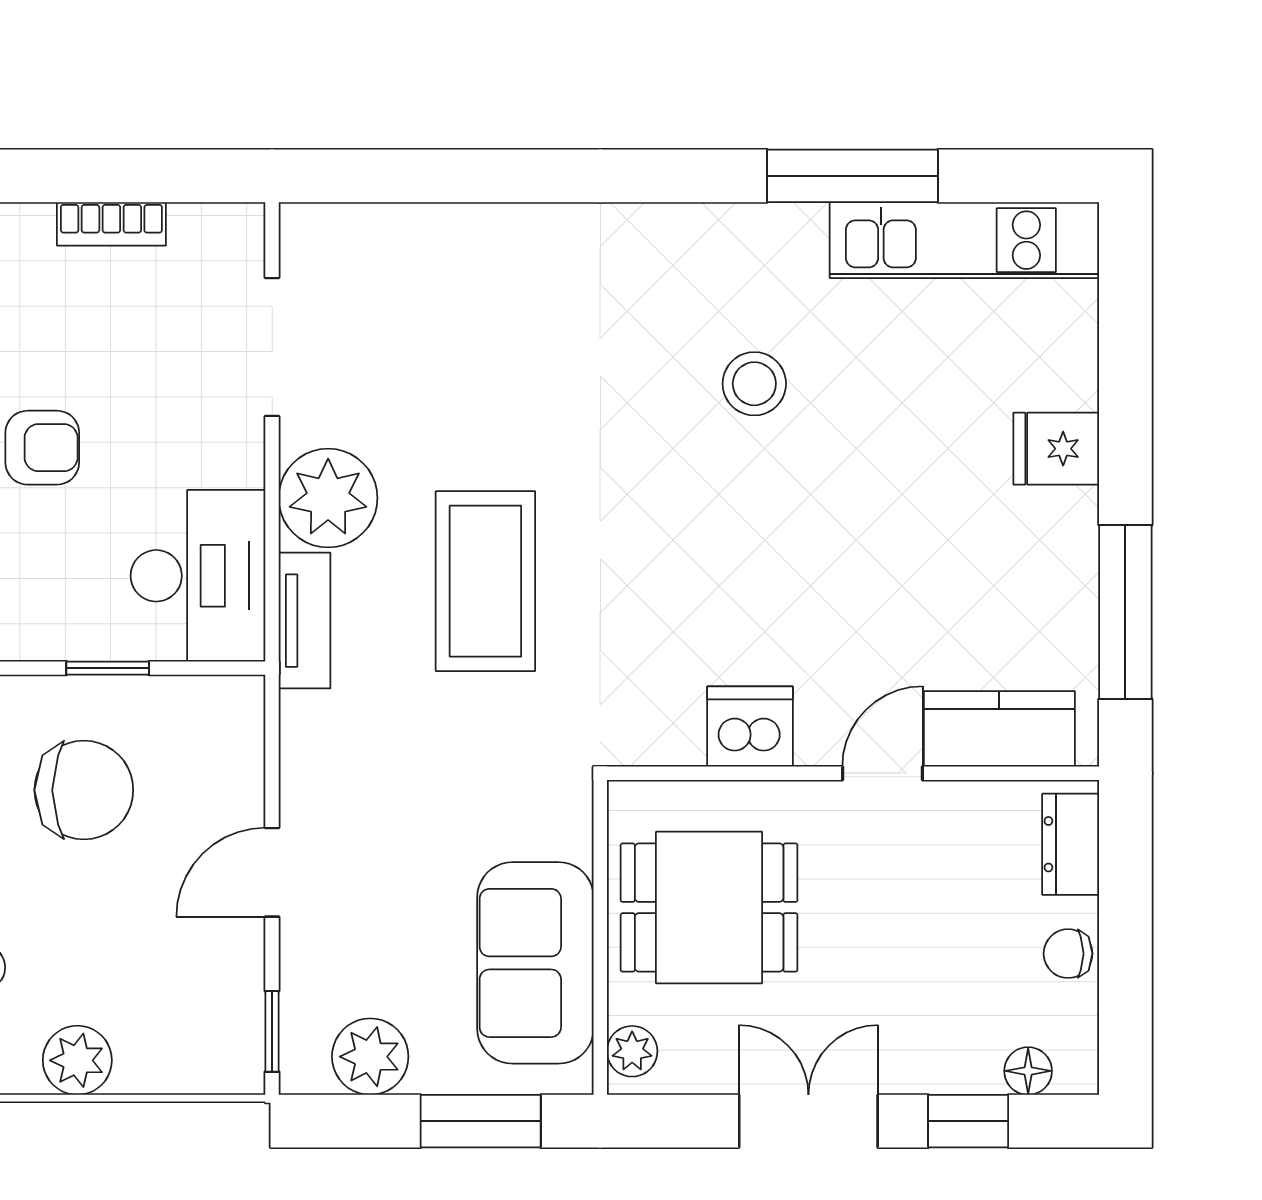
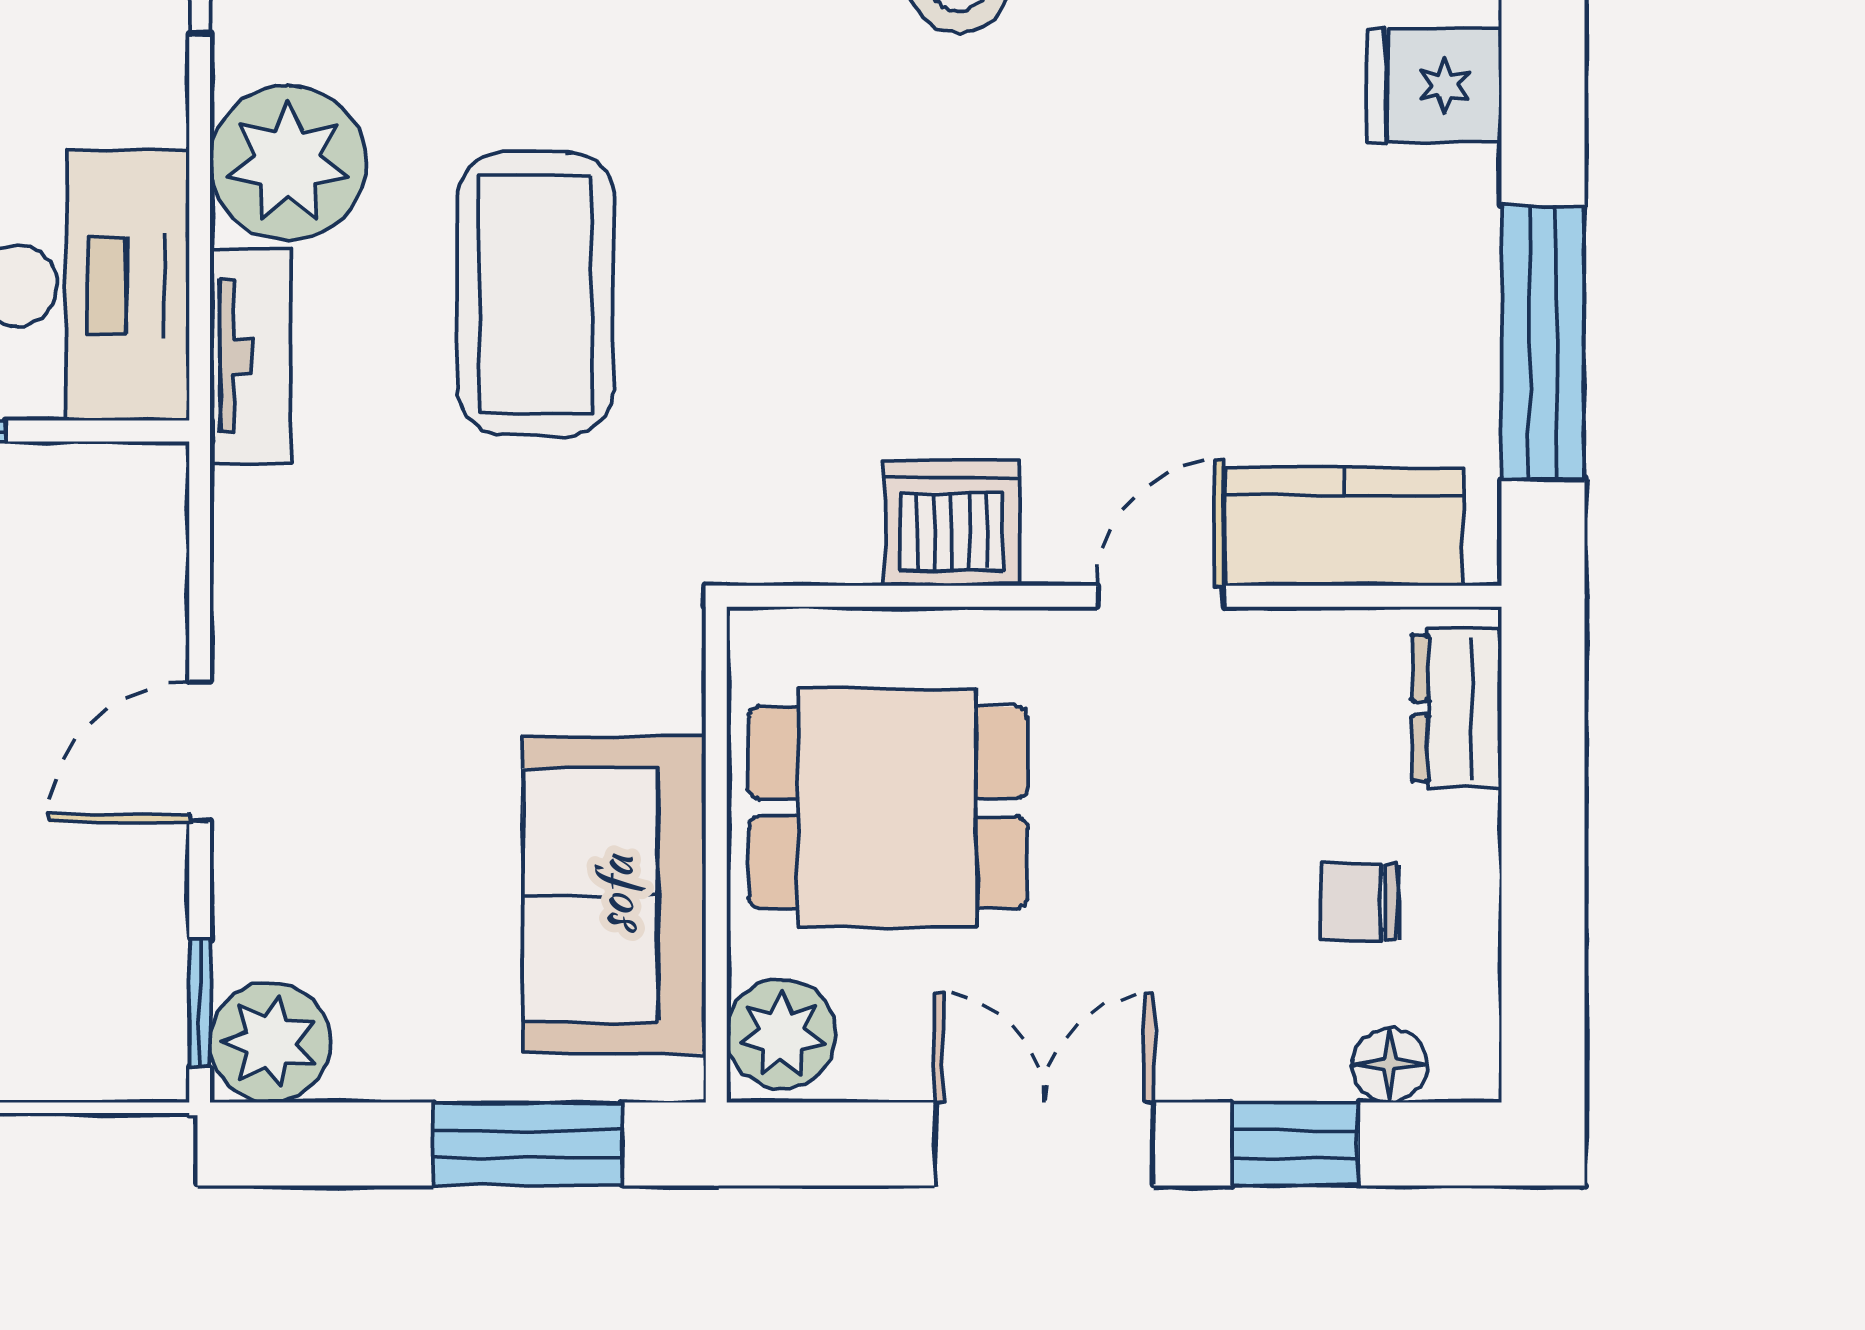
chair: (1068, 954) -> (1360, 902), moved
plant: (632, 1051) -> (781, 1034), width x1.38, depth x1.38
plant: (370, 1057) -> (270, 1042), moved

